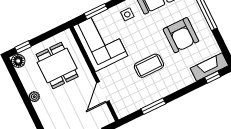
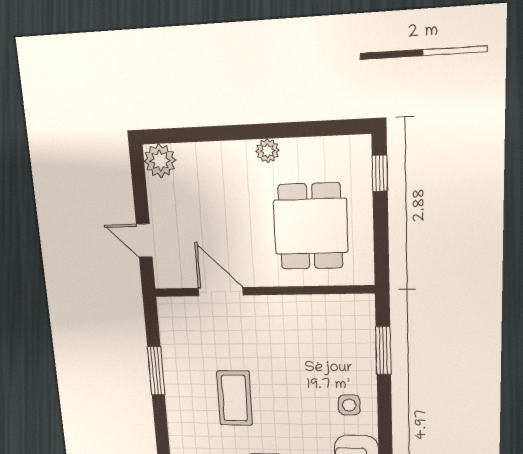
corner sofa: (100, 41) -> (321, 332), removed
floor lamp: (18, 61) -> (356, 150), removed
dining table: (57, 65) -> (311, 226), turned 90

